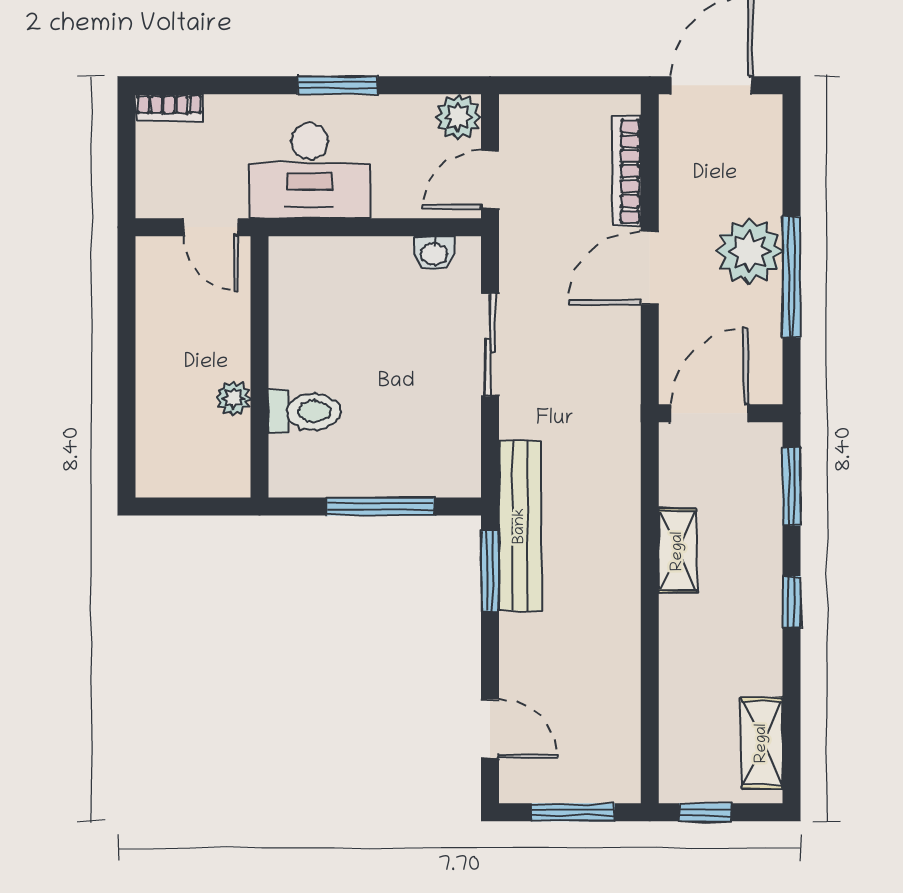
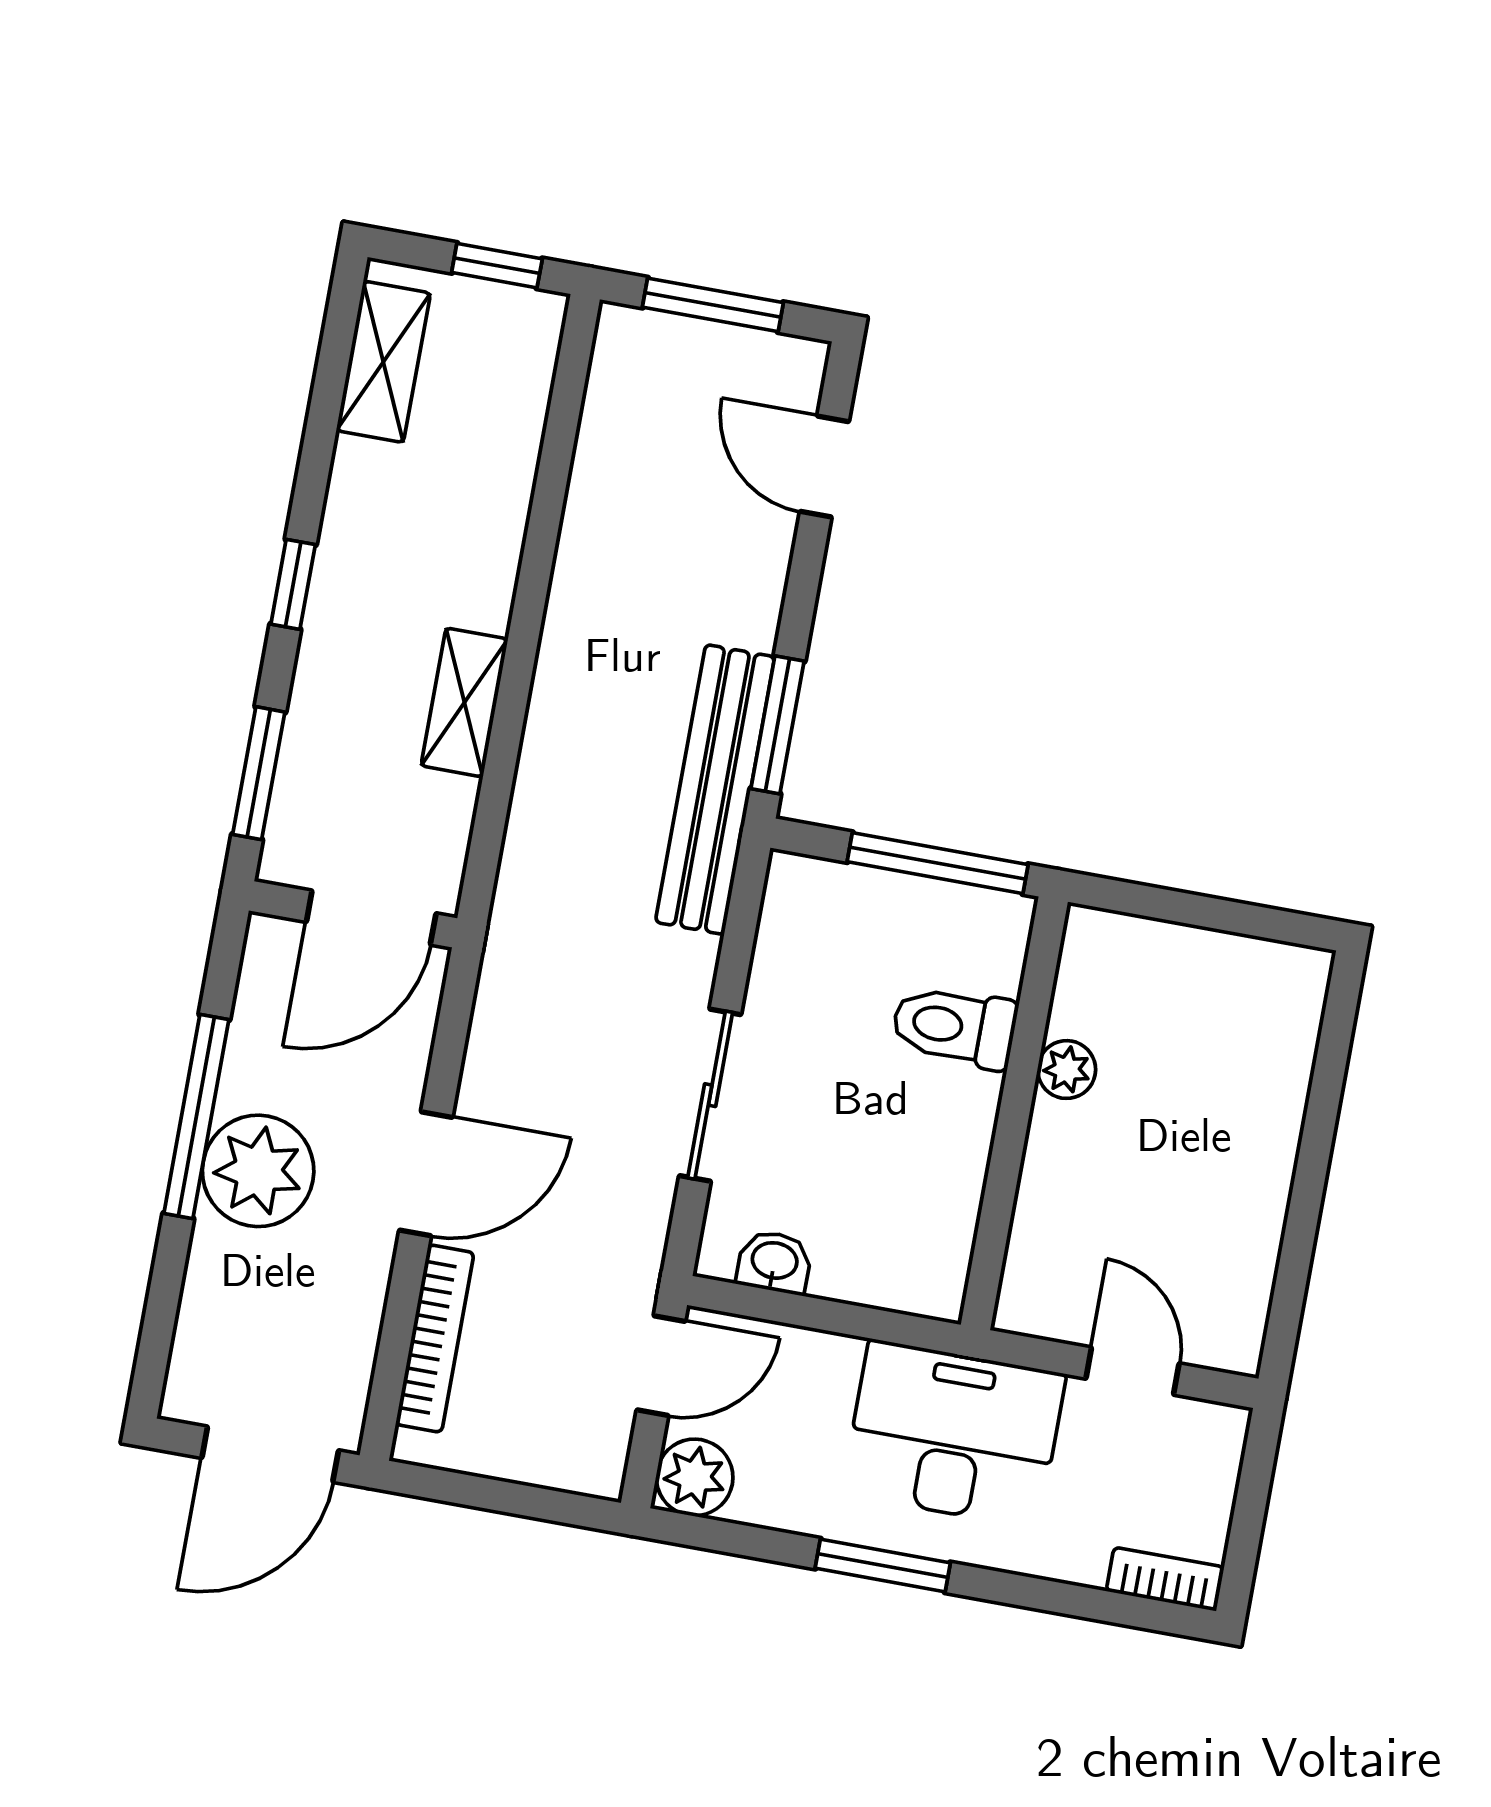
wall: (260, 367) -> (1014, 1113), moved
plant: (233, 398) -> (1067, 1070), moved
toilet: (304, 412) -> (954, 1027), moved

